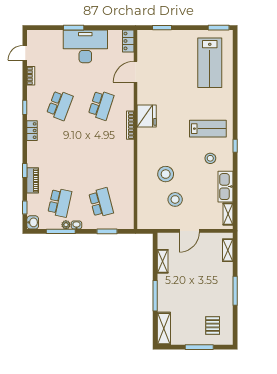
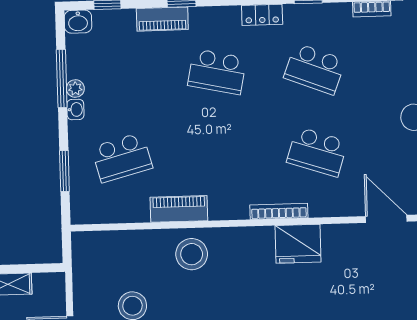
stool: (166, 174) -> (192, 254), moved
piano: (128, 175) -> (179, 209), added
school desk: (60, 203) -> (217, 72), moved

